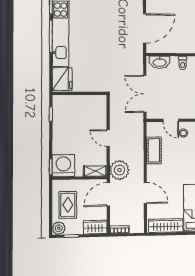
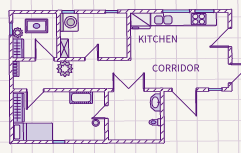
door: (145, 193) -> (35, 90), moved
plant: (59, 228) -> (18, 33), moved

